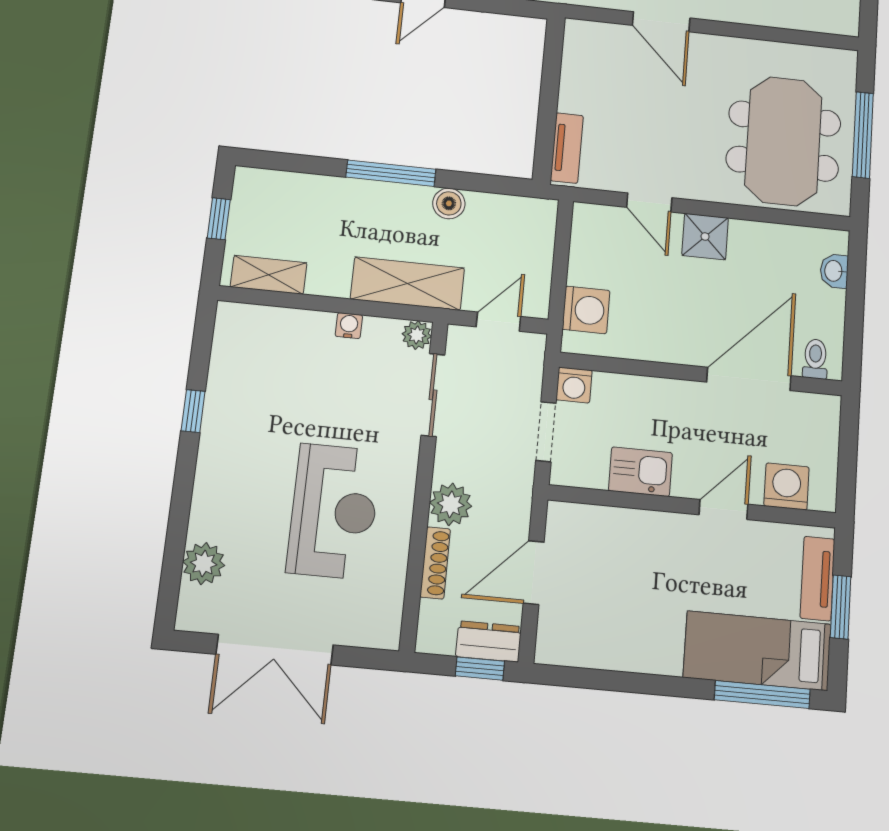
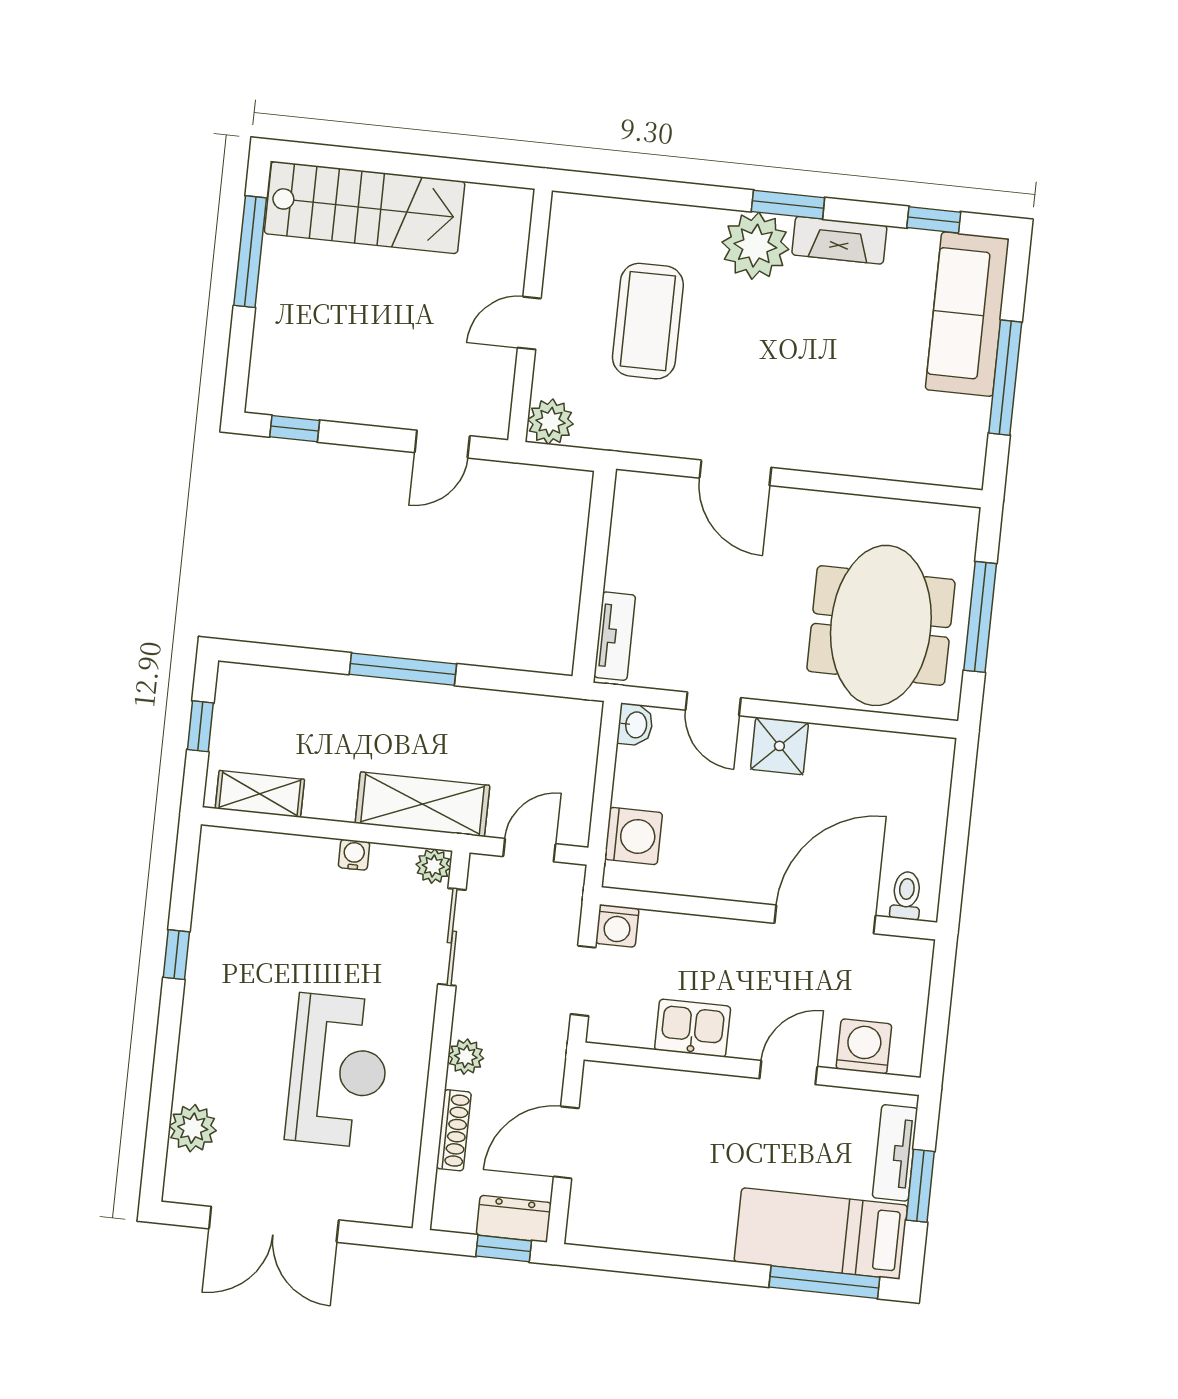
boiler: (449, 203) -> (472, 706), removed
washbasin: (834, 271) -> (635, 725), moved, turned 180
plant: (451, 504) -> (466, 1057), width x0.73, depth x0.73

